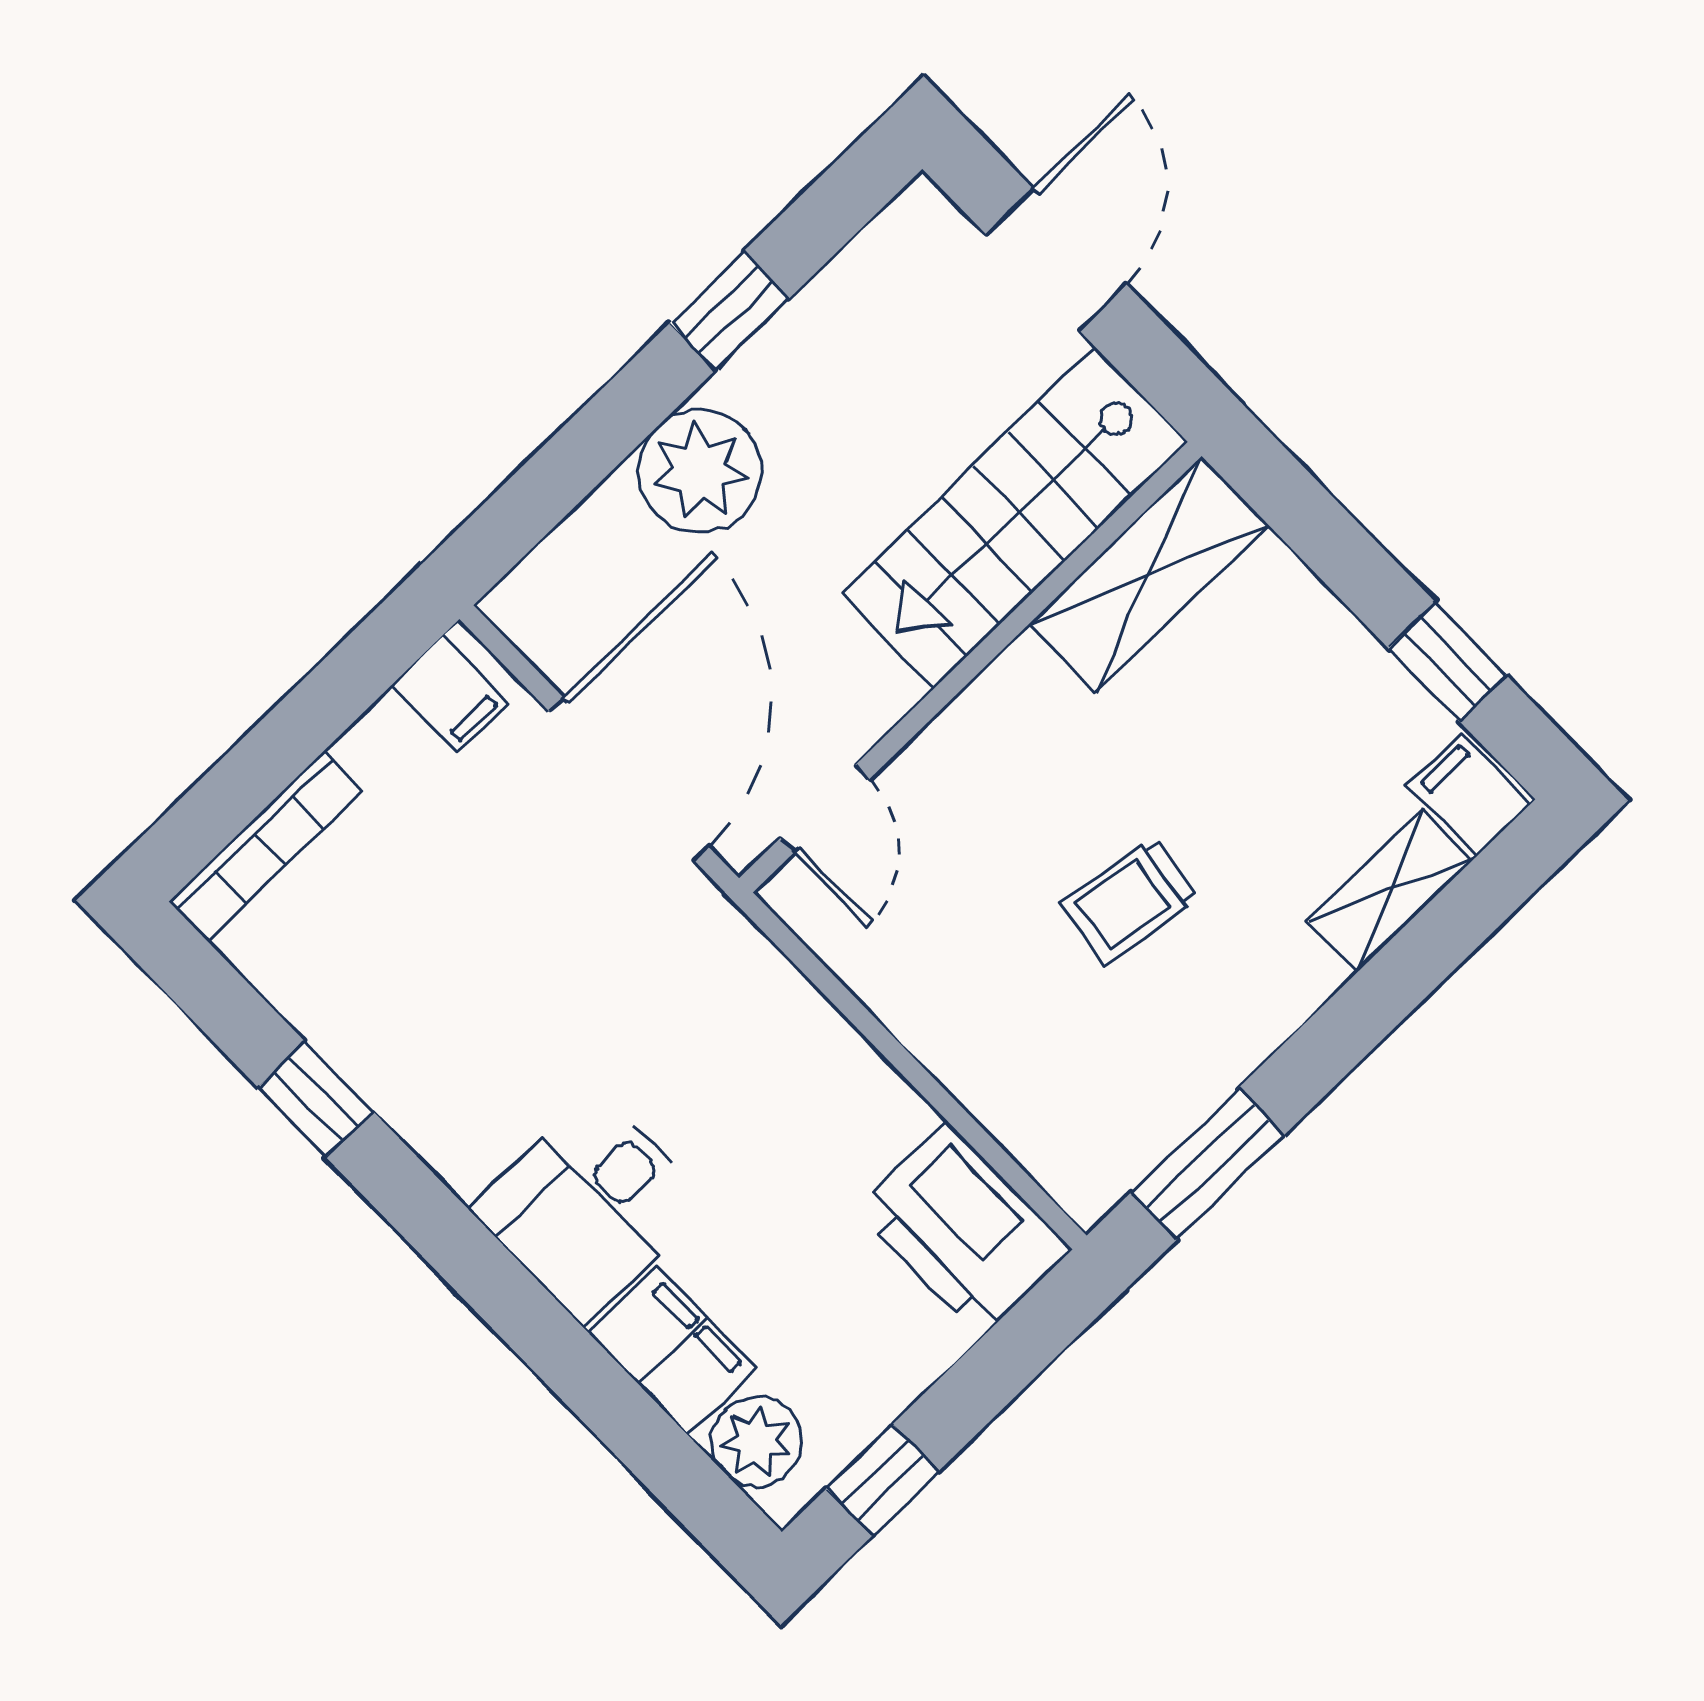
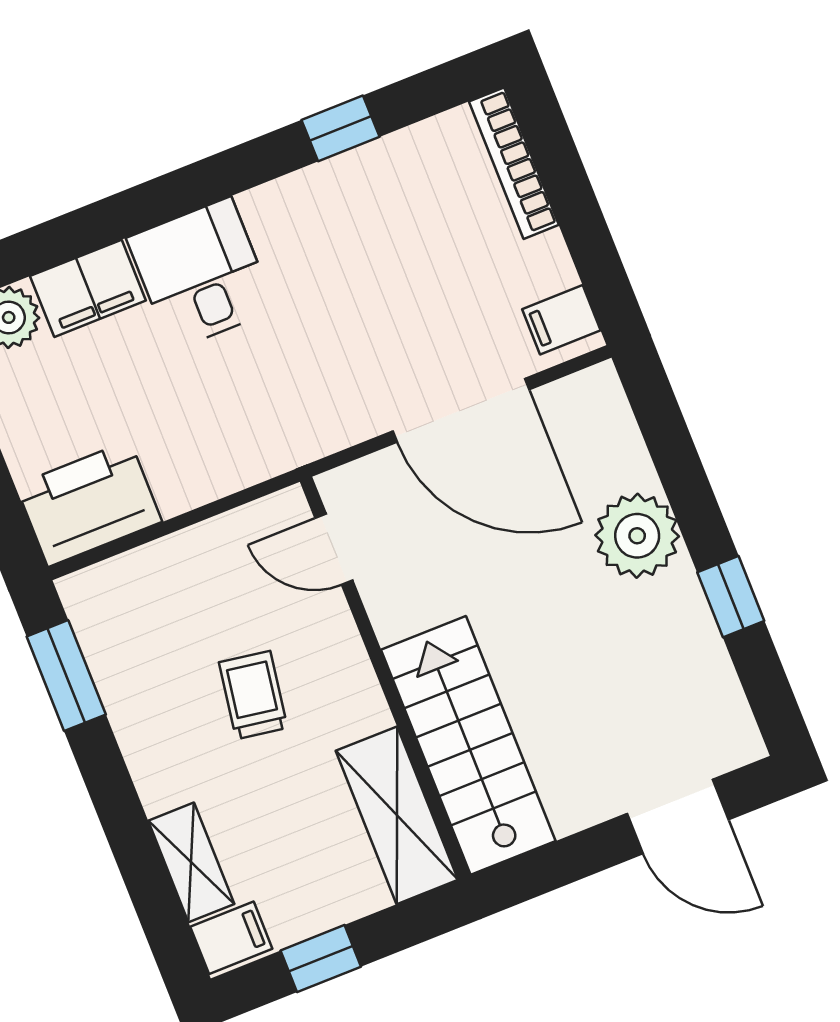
stairs: (1014, 517) -> (468, 745), moved
shelving: (1149, 575) -> (397, 815), moved
wall: (970, 667) -> (385, 678), moved
door: (825, 808) -> (334, 549), moved

